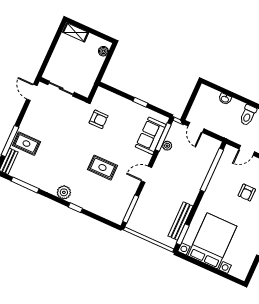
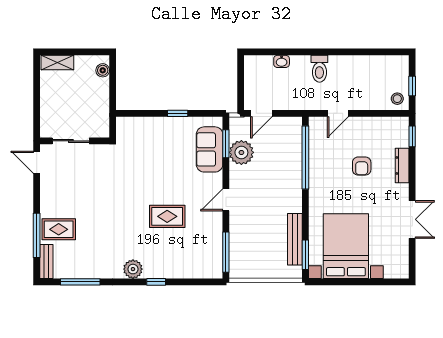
armchair: (99, 119) -> (135, 158), removed
door: (196, 127) -> (261, 113), hinge flipped
window: (163, 137) -> (226, 144), width x0.69
plant: (167, 146) -> (241, 152), width x1.87, depth x1.87

